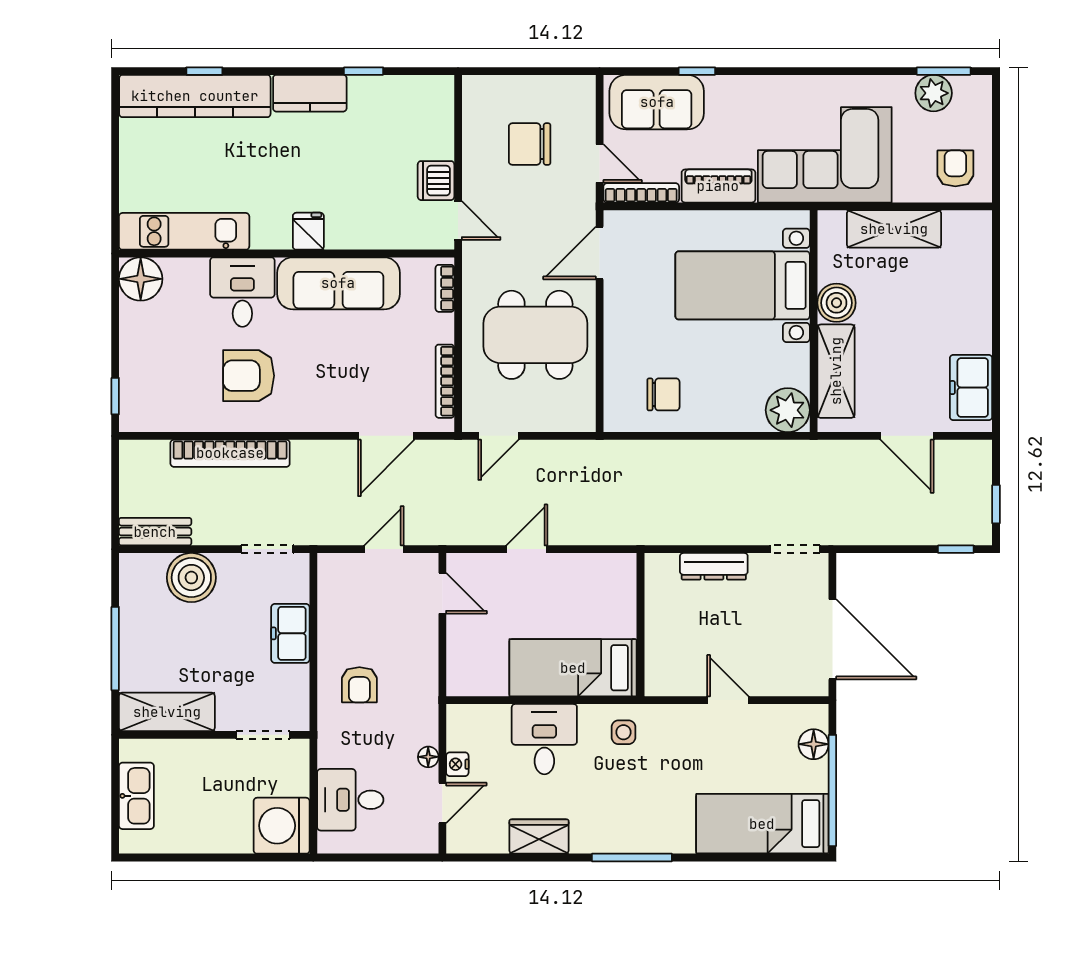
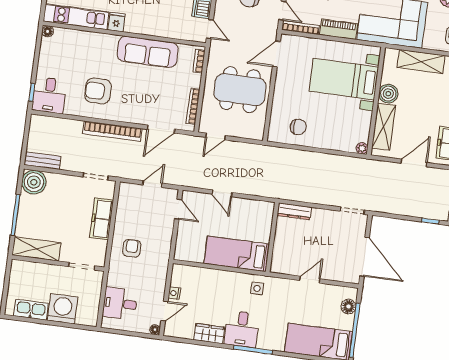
fridge: (308, 231) -> (116, 22), moved
floor lamp: (141, 279) -> (48, 31), width x0.53, depth x0.53
desk: (242, 292) -> (49, 95), moved, turned 180
plant: (788, 410) -> (362, 148), width x0.53, depth x0.53
door: (907, 436) -> (414, 163), swing flipped
bookcase: (230, 453) -> (112, 131), moved
door: (527, 549) -> (222, 193), swing flipped
dresser: (714, 566) -> (294, 211), moved
boiler: (191, 578) -> (34, 182), moved
freezer: (290, 633) -> (102, 219), width x1.40
armchair: (359, 685) -> (132, 248), turned 180
door: (728, 700) -> (310, 280), hinge flipped
desk: (544, 739) -> (242, 329), moved, turned 180
floor lamp: (428, 757) -> (155, 330), moved
kitchen sink: (136, 796) -> (31, 310), moved, turned -90
washing machine: (282, 826) -> (63, 309), moved, turned 90

